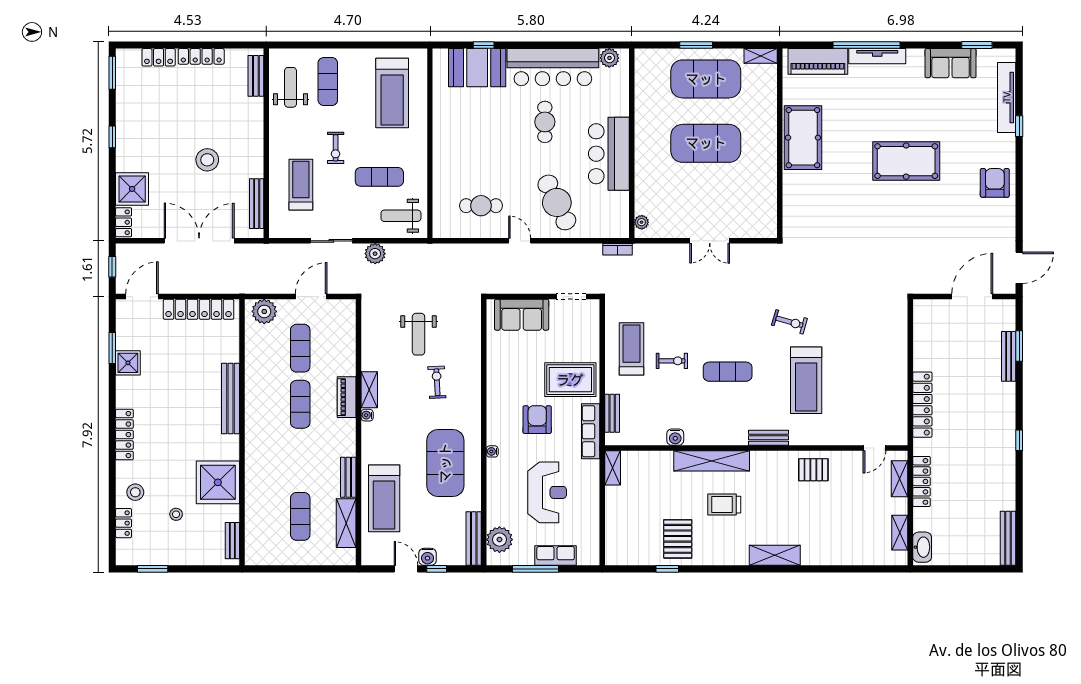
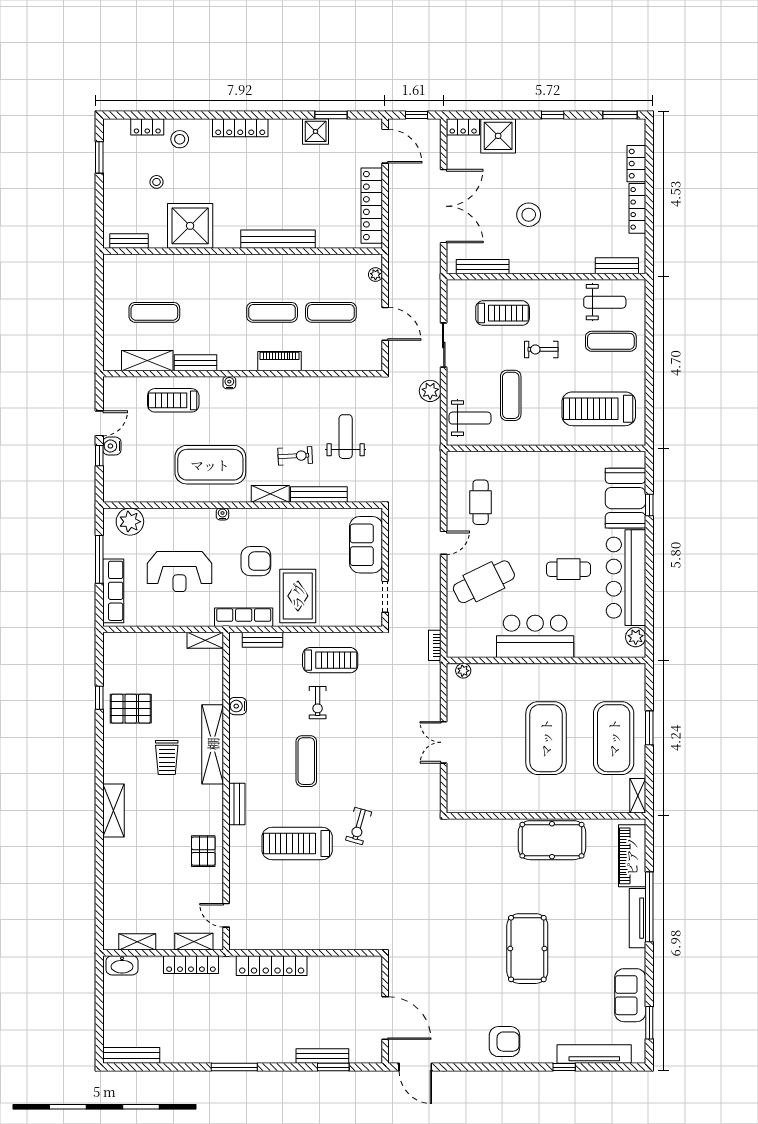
weight bench: (401, 216) -> (470, 418), turned 90
plant: (264, 311) -> (375, 275), width x0.53, depth x0.53
weight bench: (419, 334) -> (346, 437), turned 90
shelving: (369, 390) -> (270, 494), moved
water cooler: (367, 415) -> (229, 383), moved
window: (1019, 440) -> (234, 1067), width x2.17
treadmill: (384, 498) -> (173, 400), width x0.73, depth x0.73
trolley: (724, 505) -> (167, 758), turned 180
bench: (474, 538) -> (319, 494), moved
row of seats: (556, 556) -> (113, 591), width x1.48

